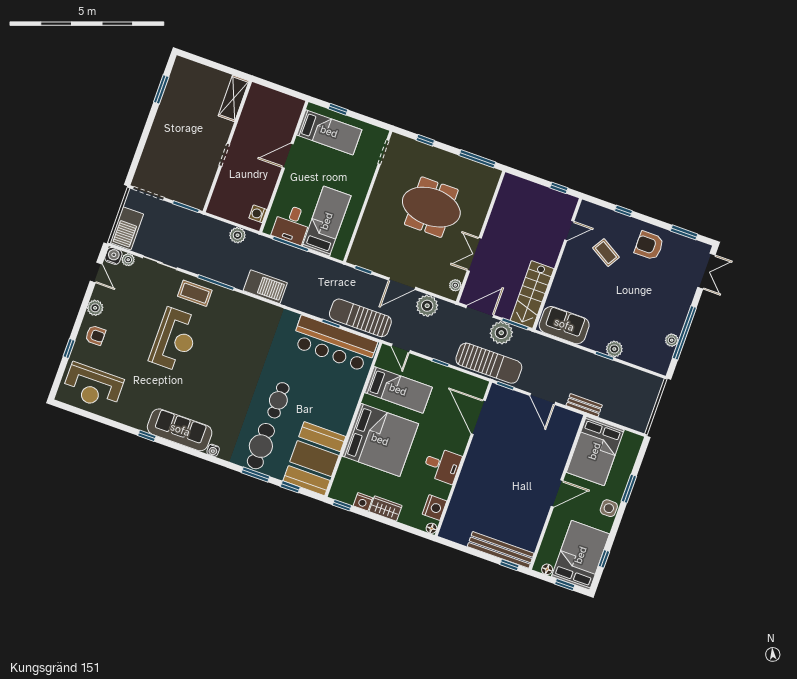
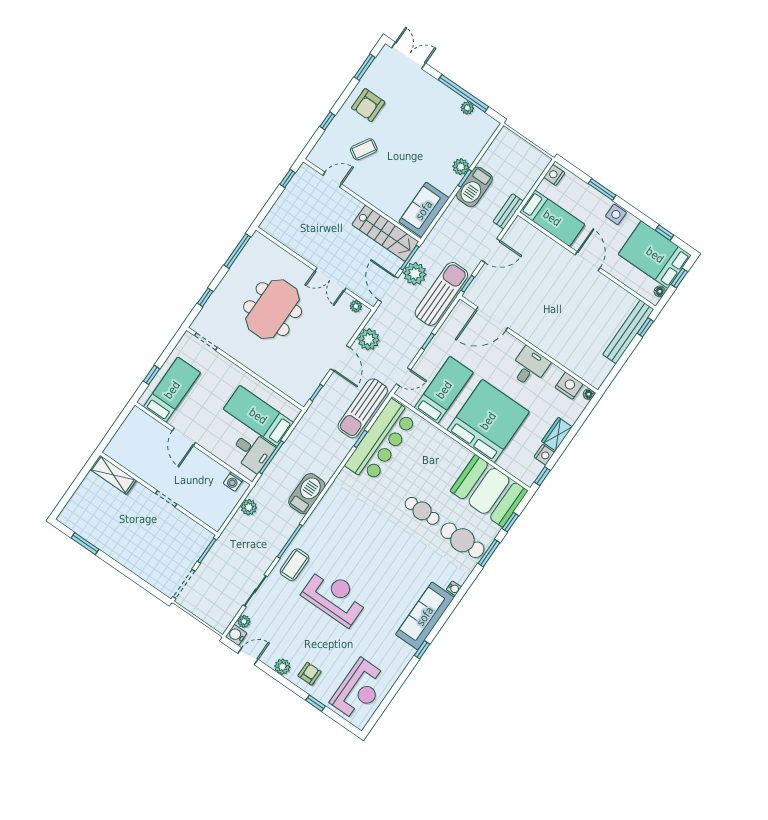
barbecue: (127, 228) -> (474, 187), moved, turned 90
door: (569, 231) -> (332, 180), hinge flipped
nightstand: (630, 440) -> (554, 175), added
bed: (595, 451) -> (552, 218), width x0.67

